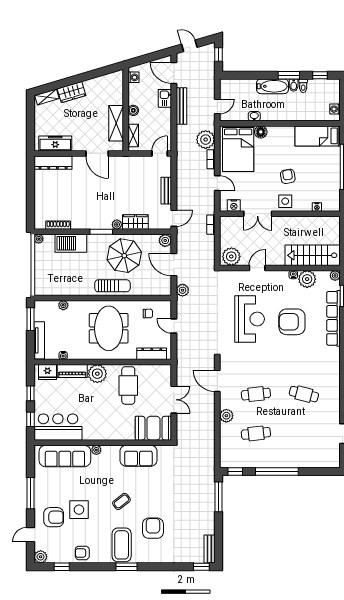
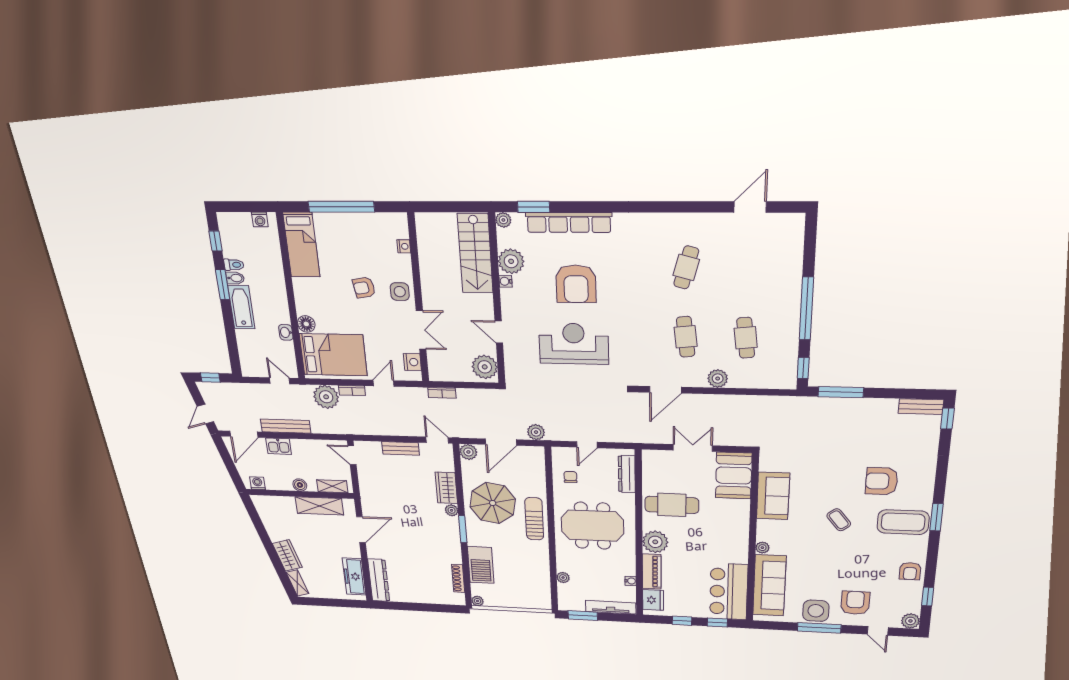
side table: (79, 510) -> (816, 611), moved

